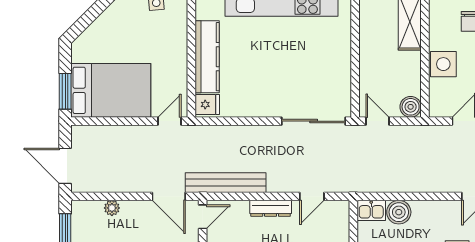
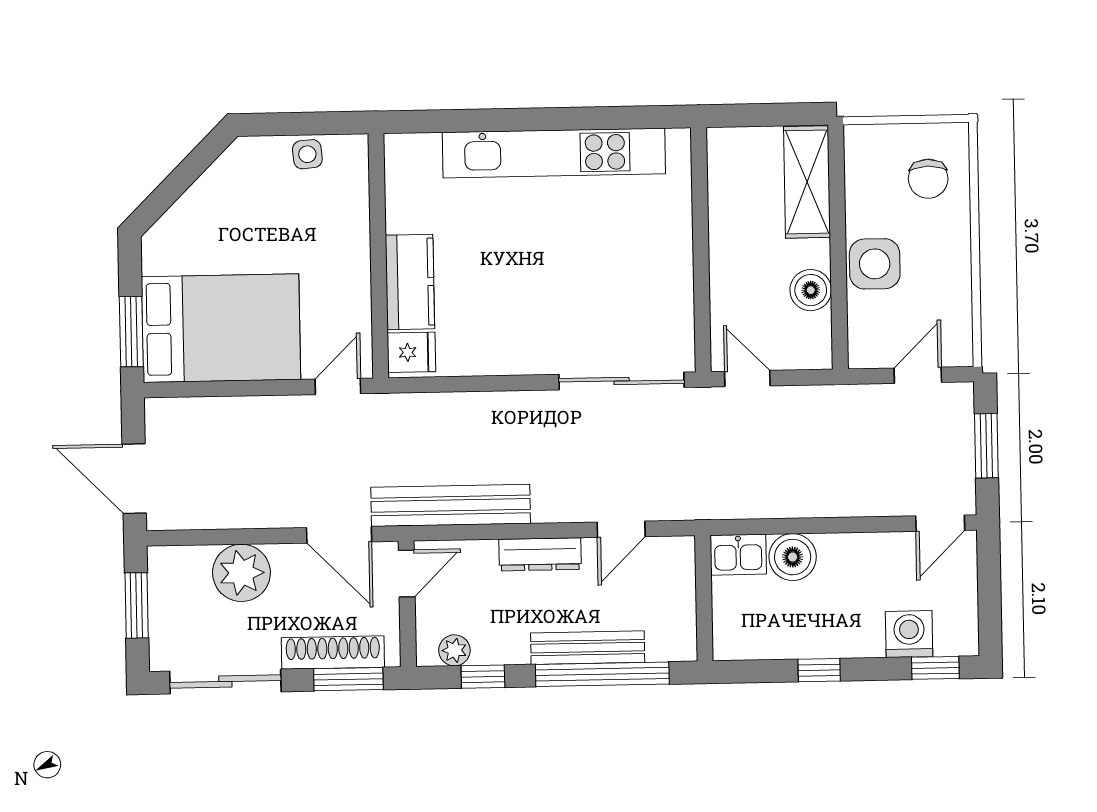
kitchen counter: (207, 57) -> (410, 282), width x0.67
boiler: (411, 107) -> (811, 290), moved
plant: (112, 208) -> (241, 573), width x1.87, depth x1.87

